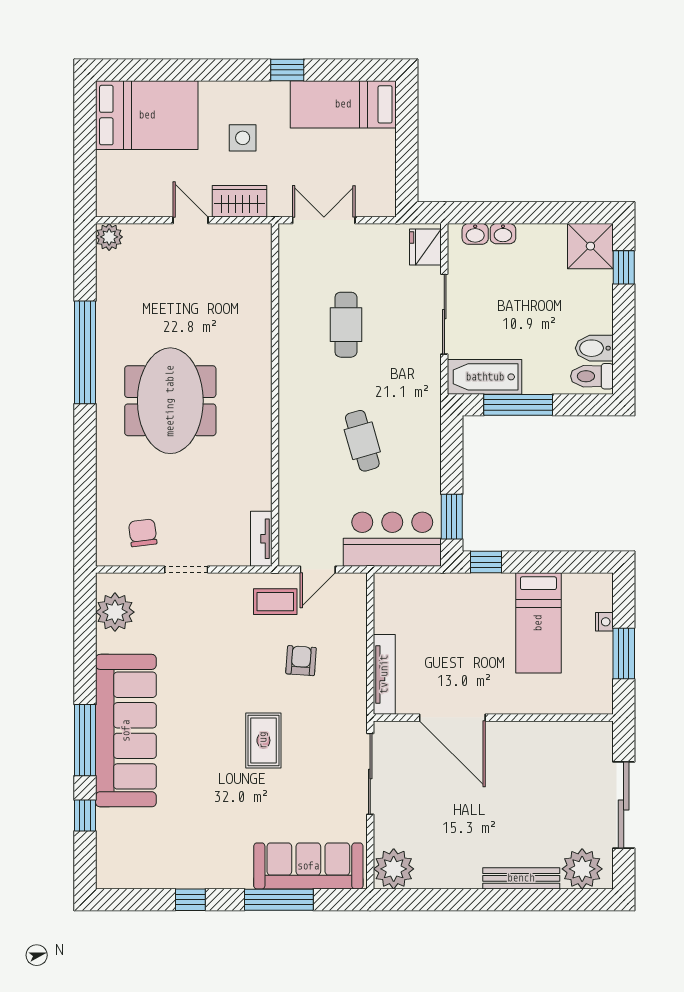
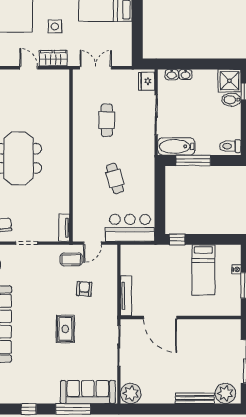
bidet: (594, 348) -> (231, 100), moved
window: (452, 517) -> (160, 217), removed

